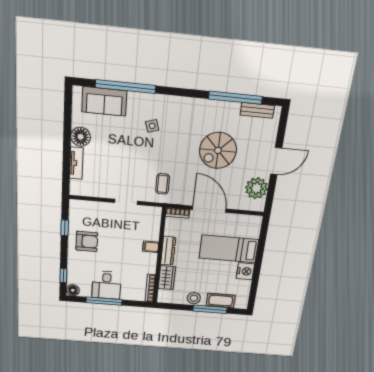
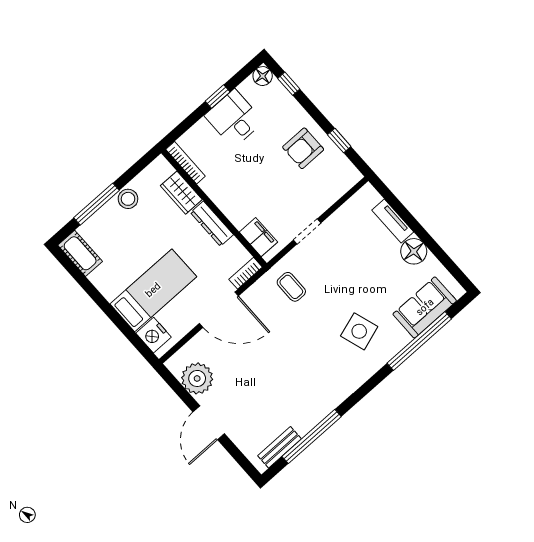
side table: (152, 126) -> (359, 331), width x1.87, depth x1.87
spiral stairs: (218, 150) -> (274, 374), removed
filing cabinet: (151, 247) -> (258, 237), moved, width x2.00
nightstand: (245, 271) -> (154, 335), moved
window: (104, 301) -> (218, 97), width x0.46
cot: (221, 301) -> (80, 253), moved, turned 90

